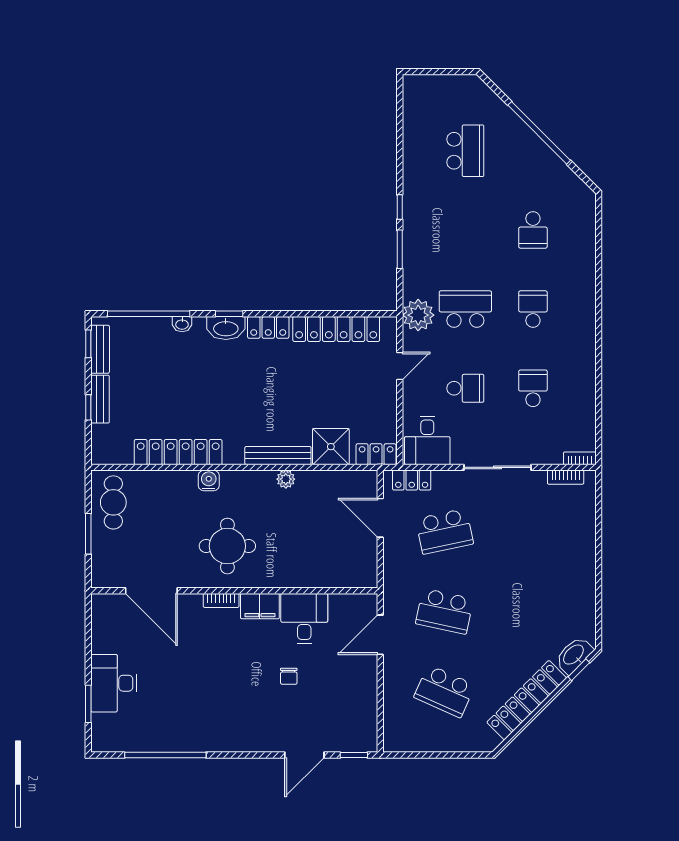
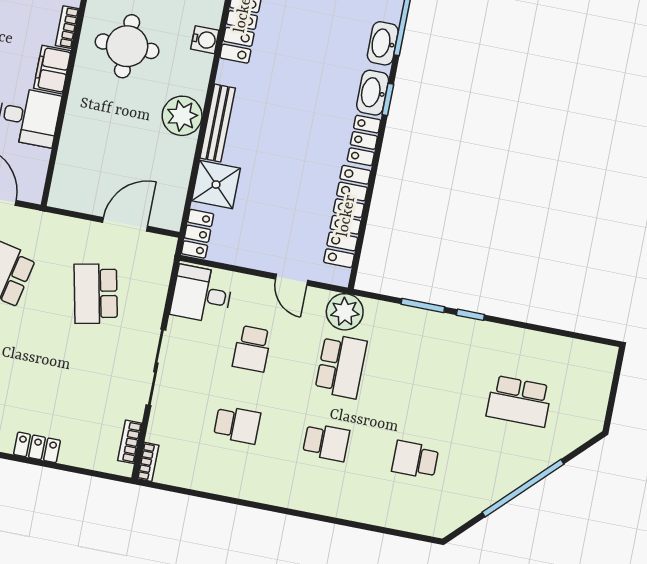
washbasin: (182, 324) -> (383, 43), width x1.91, depth x1.45
plant: (286, 479) -> (182, 116), width x1.87, depth x1.87
locker: (412, 480) -> (37, 447), moved, turned 90

